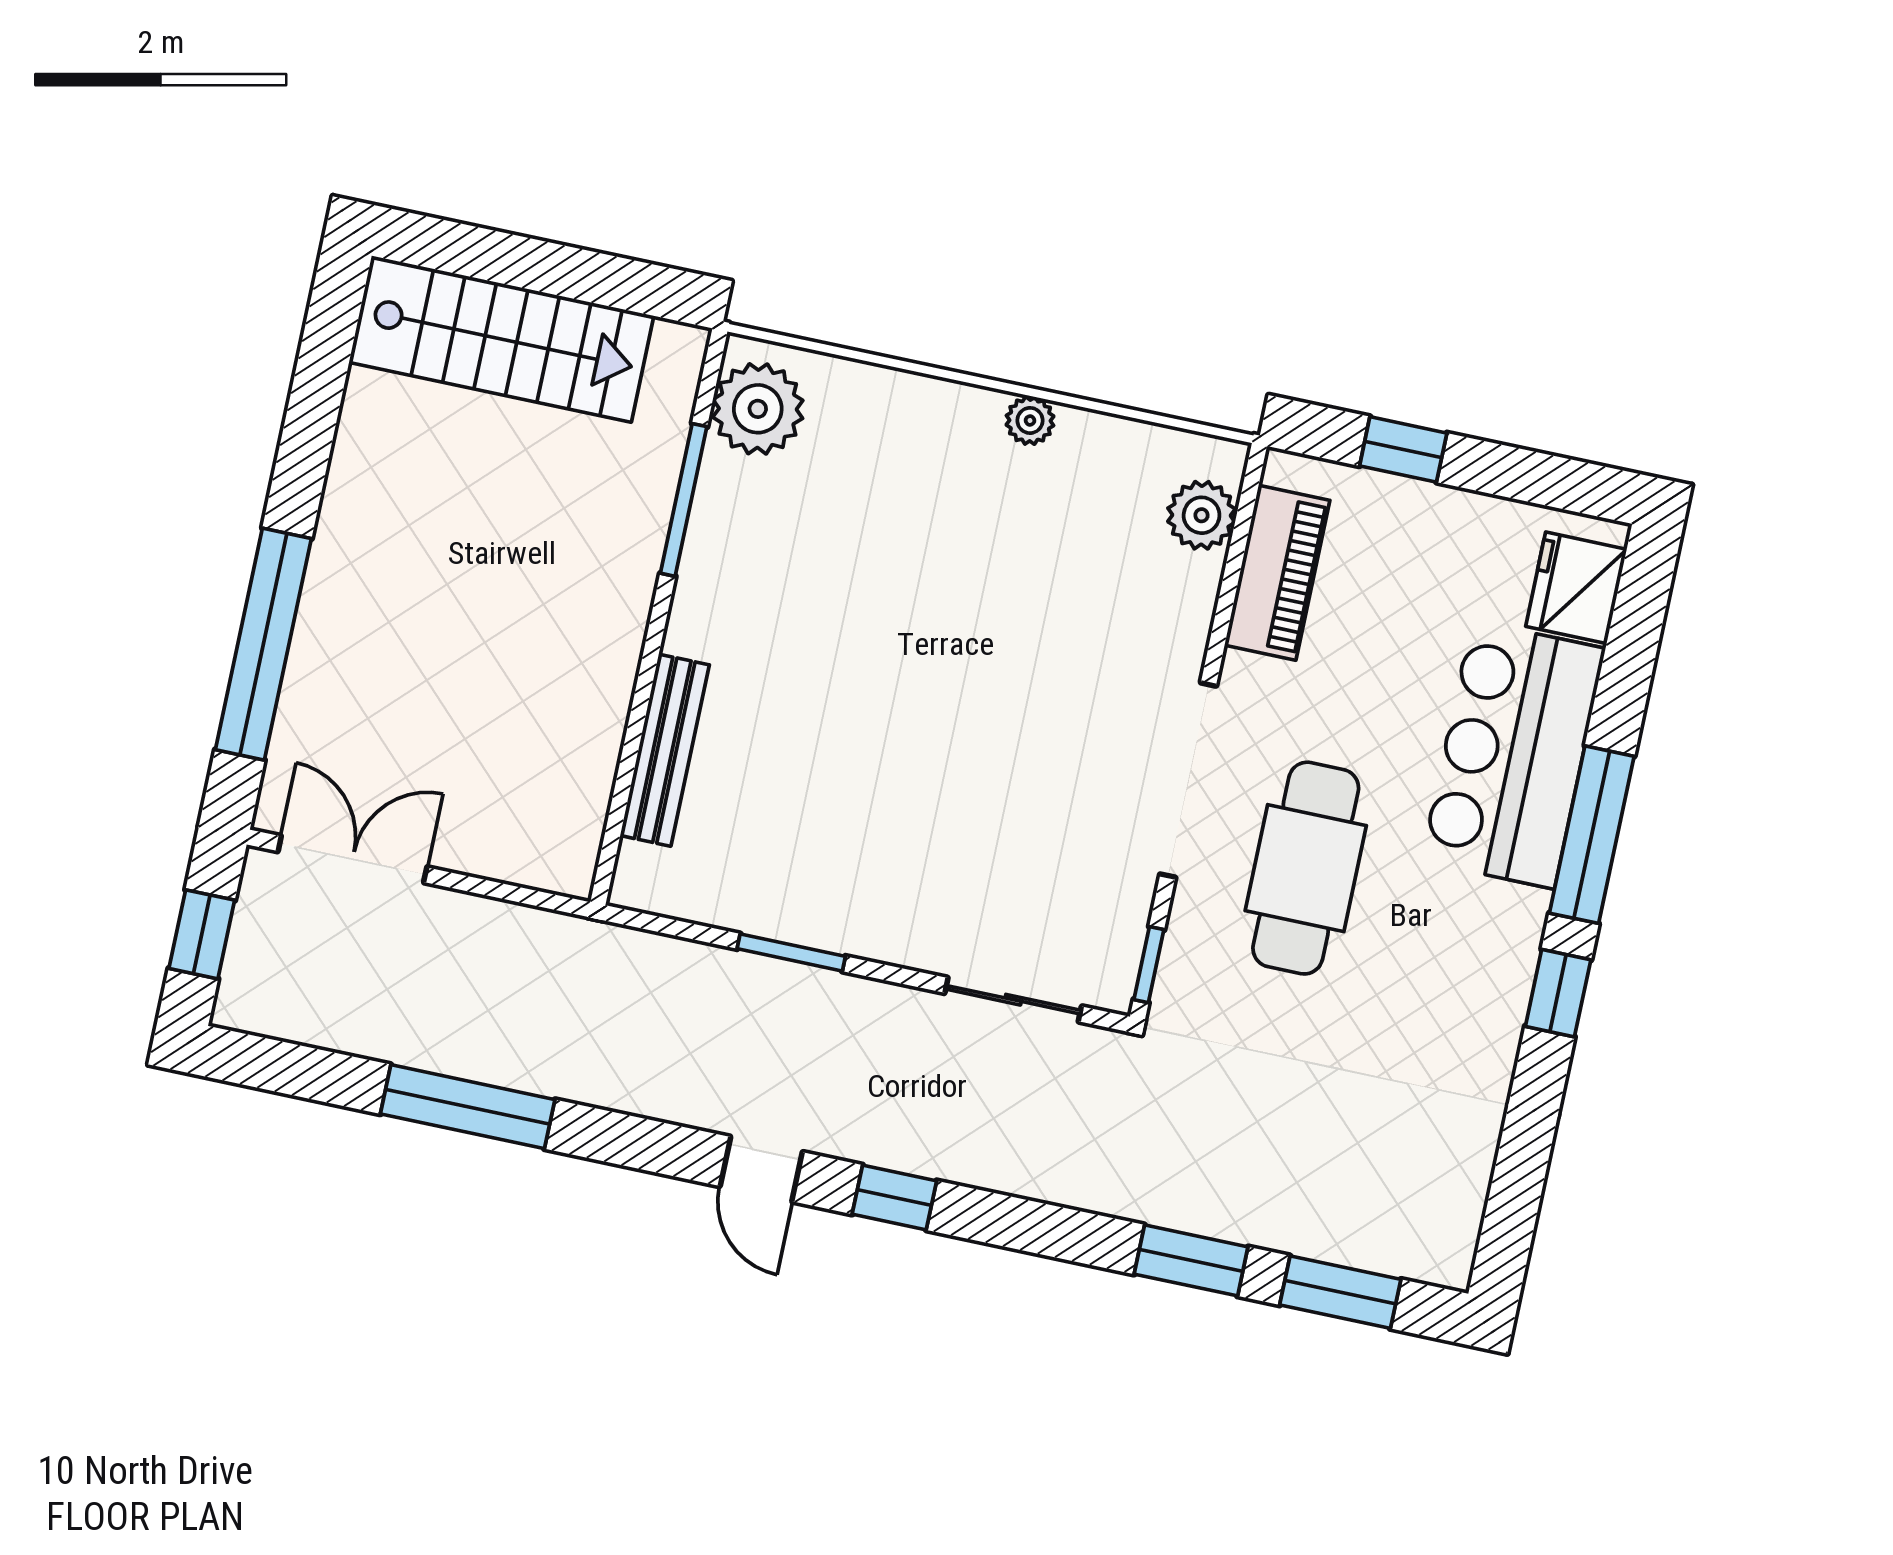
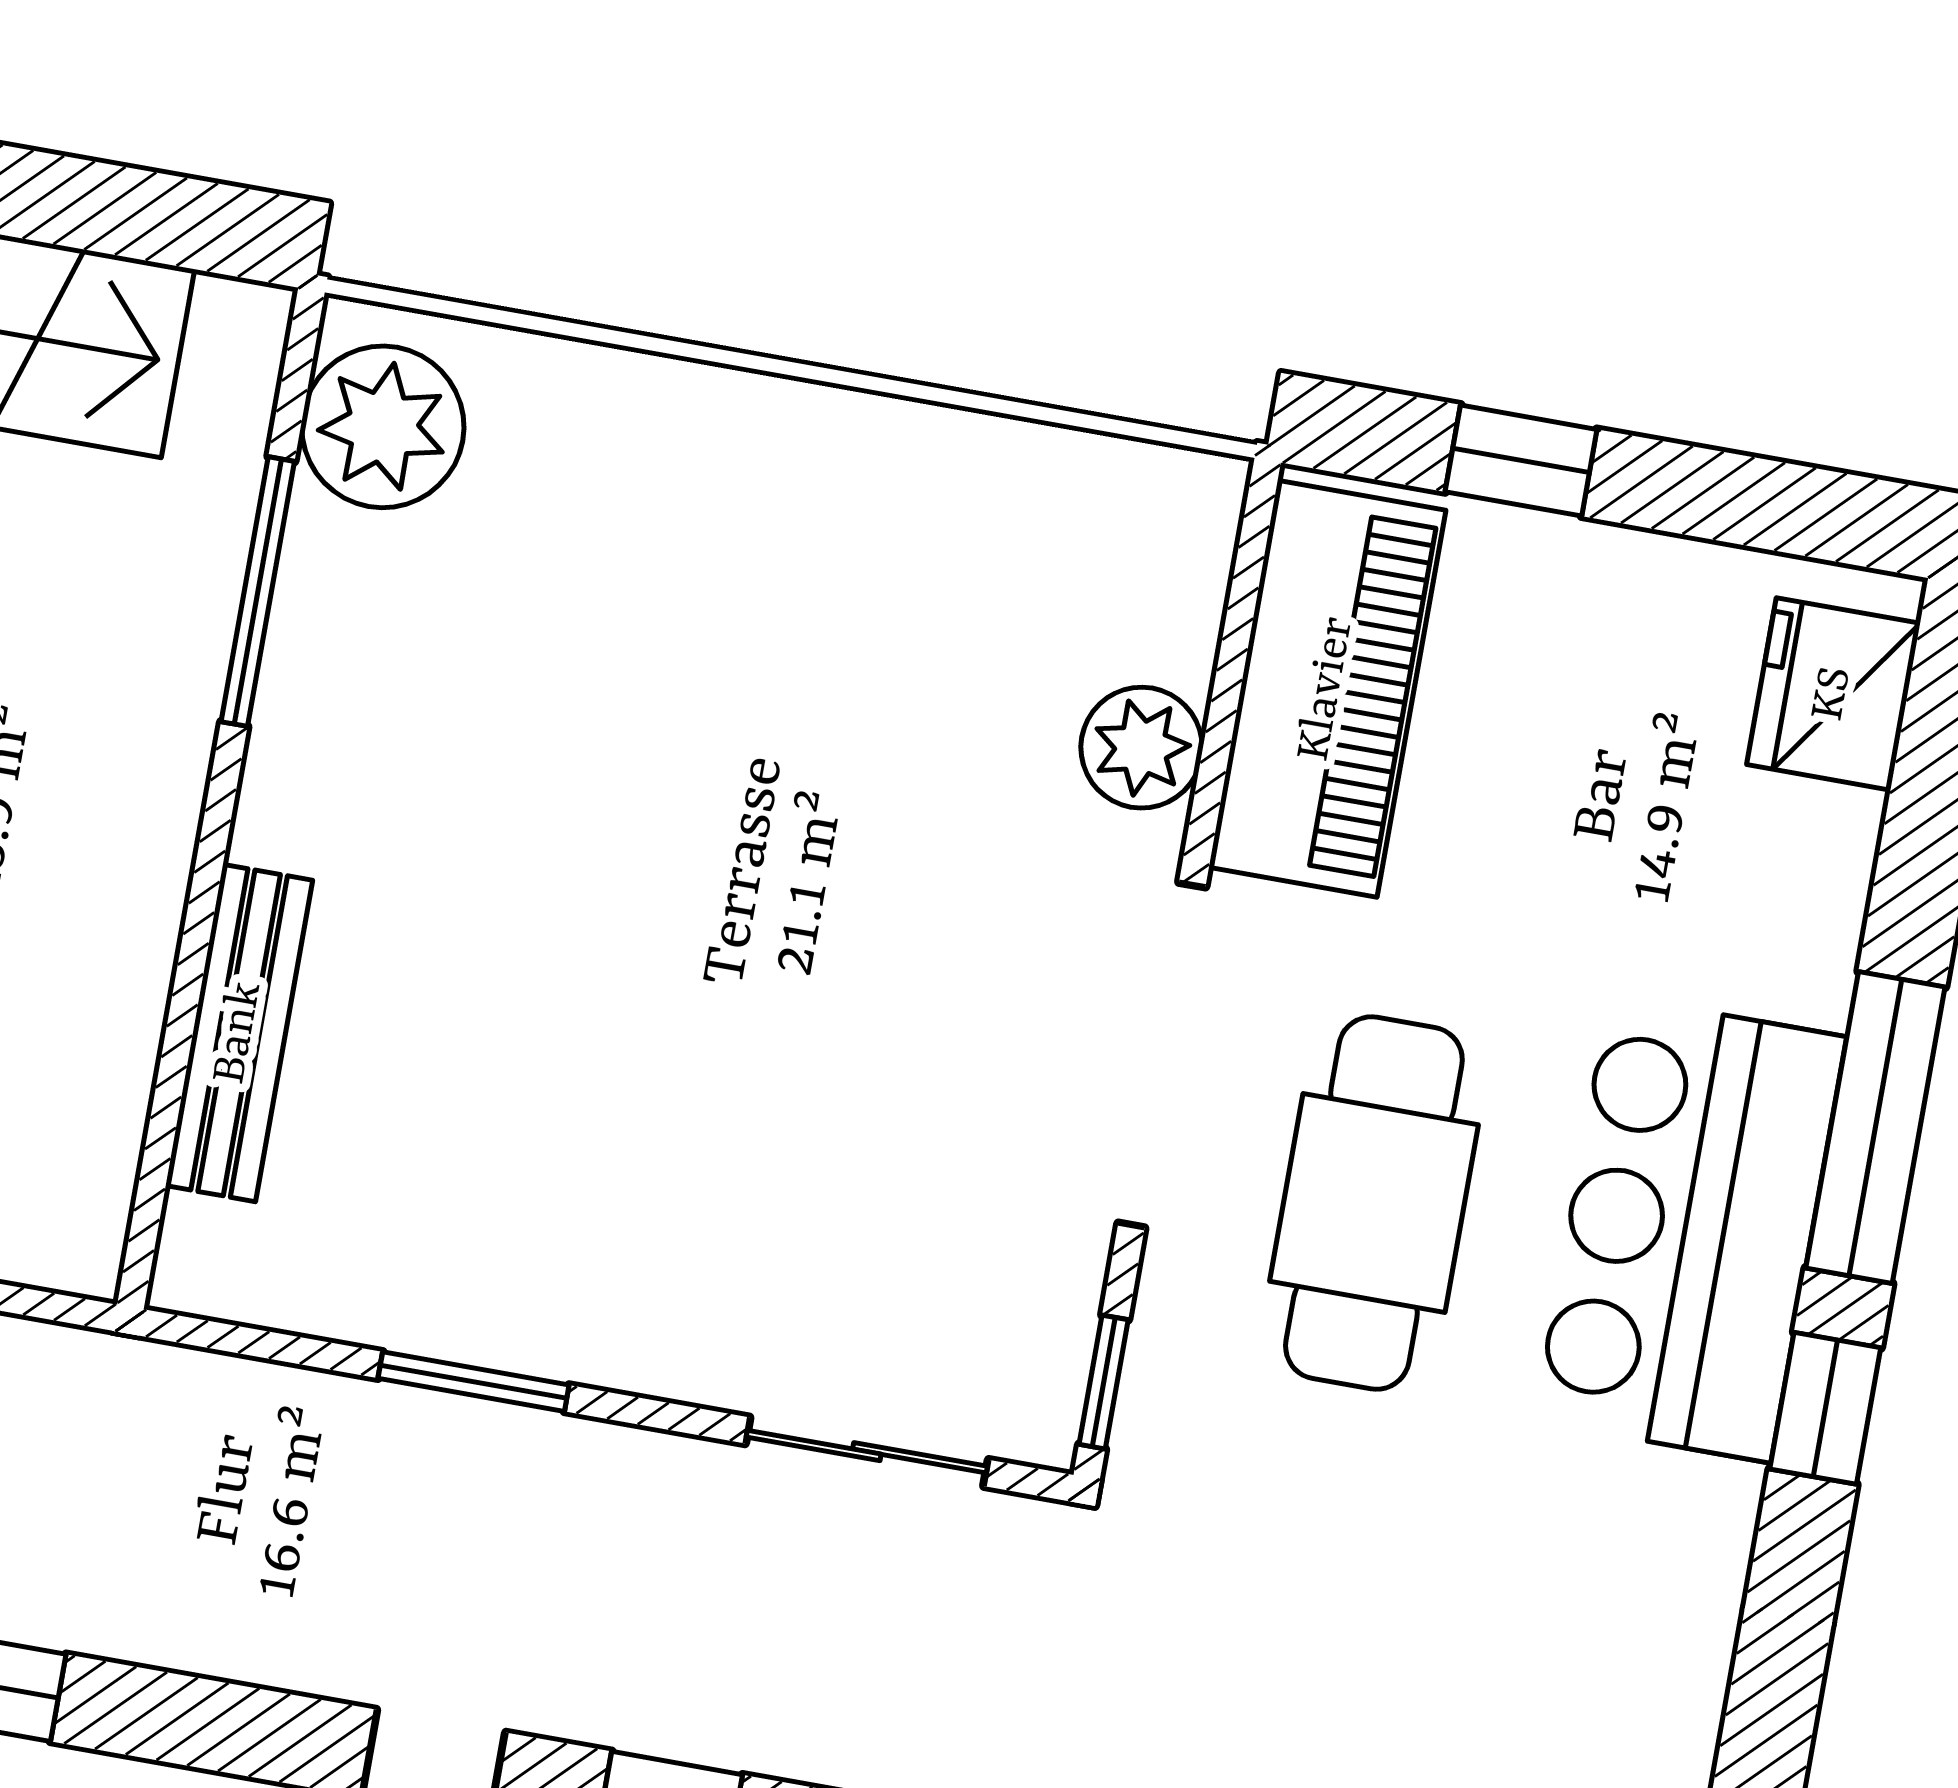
plant: (1030, 420) -> (863, 431), removed
plant: (1202, 515) -> (1142, 748), moved
piano: (1277, 573) -> (1327, 689), width x1.37, depth x1.33
bar counter: (1513, 755) -> (1690, 1229), moved

